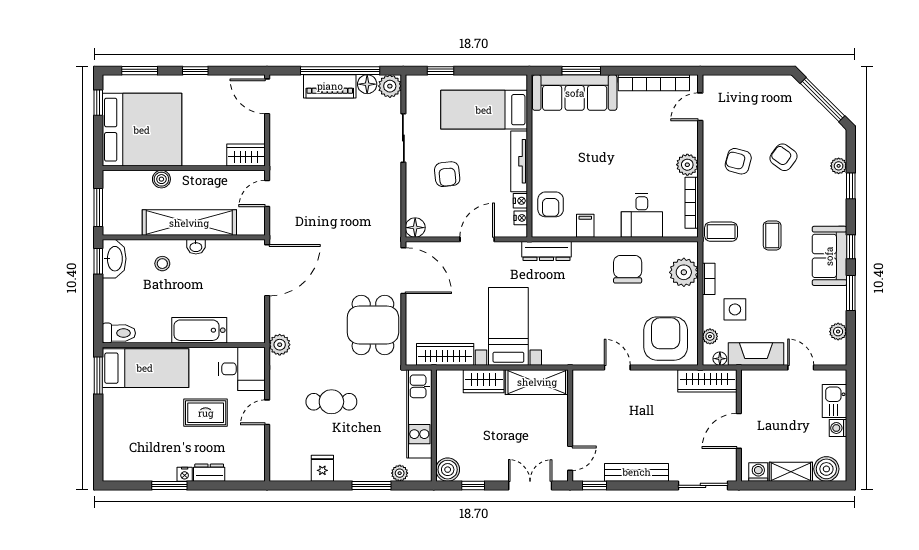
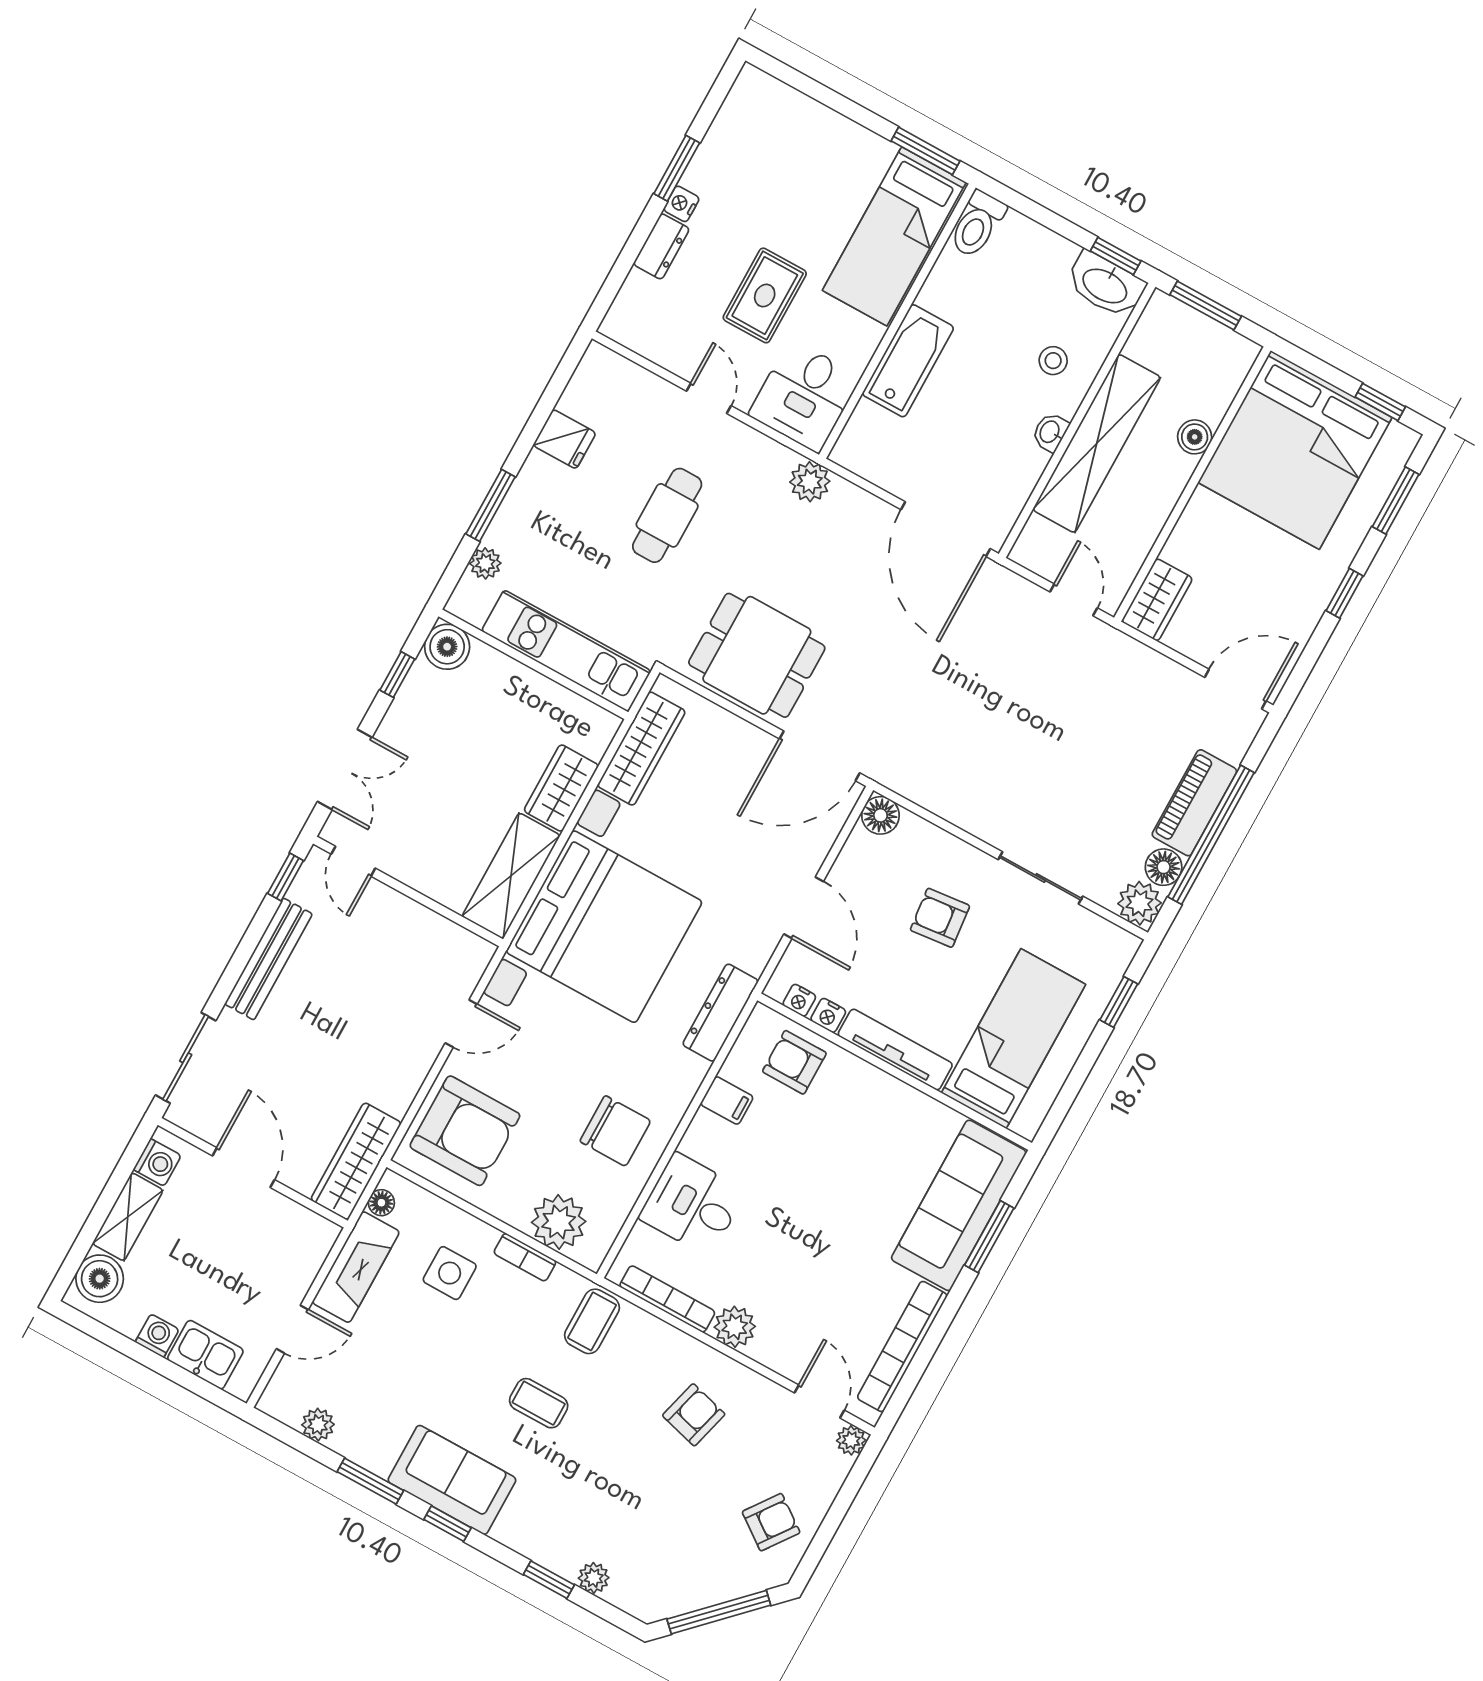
armchair: (784, 157) -> (771, 1522), moved
bed with nightstands: (508, 326) -> (604, 927), width x1.85
plant: (710, 336) -> (851, 1440), moved

